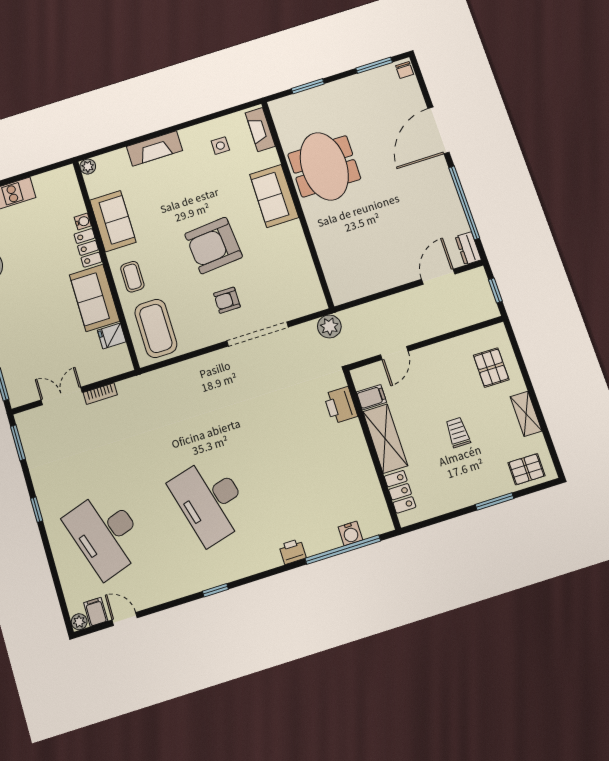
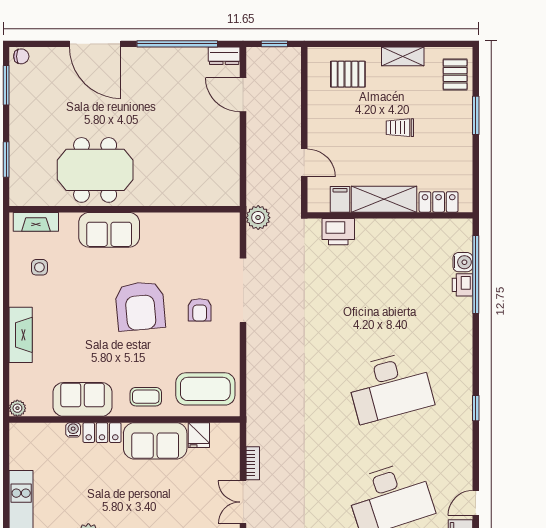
printer: (292, 551) -> (462, 285), moved

